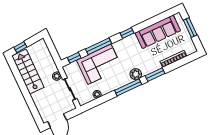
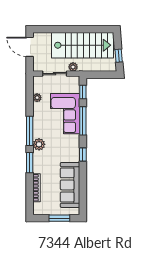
window: (20, 47) -> (119, 56), moved
stairs: (28, 72) -> (82, 45), width x1.36, depth x1.51

